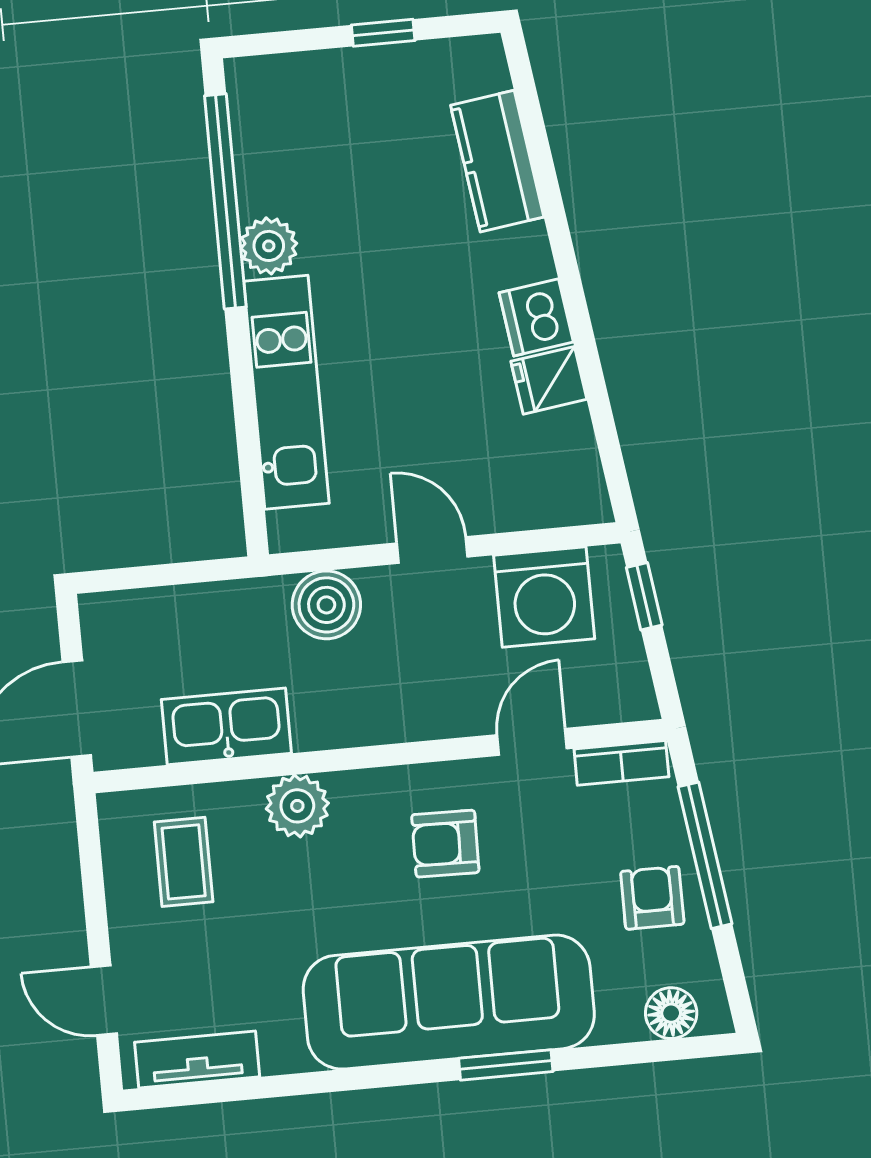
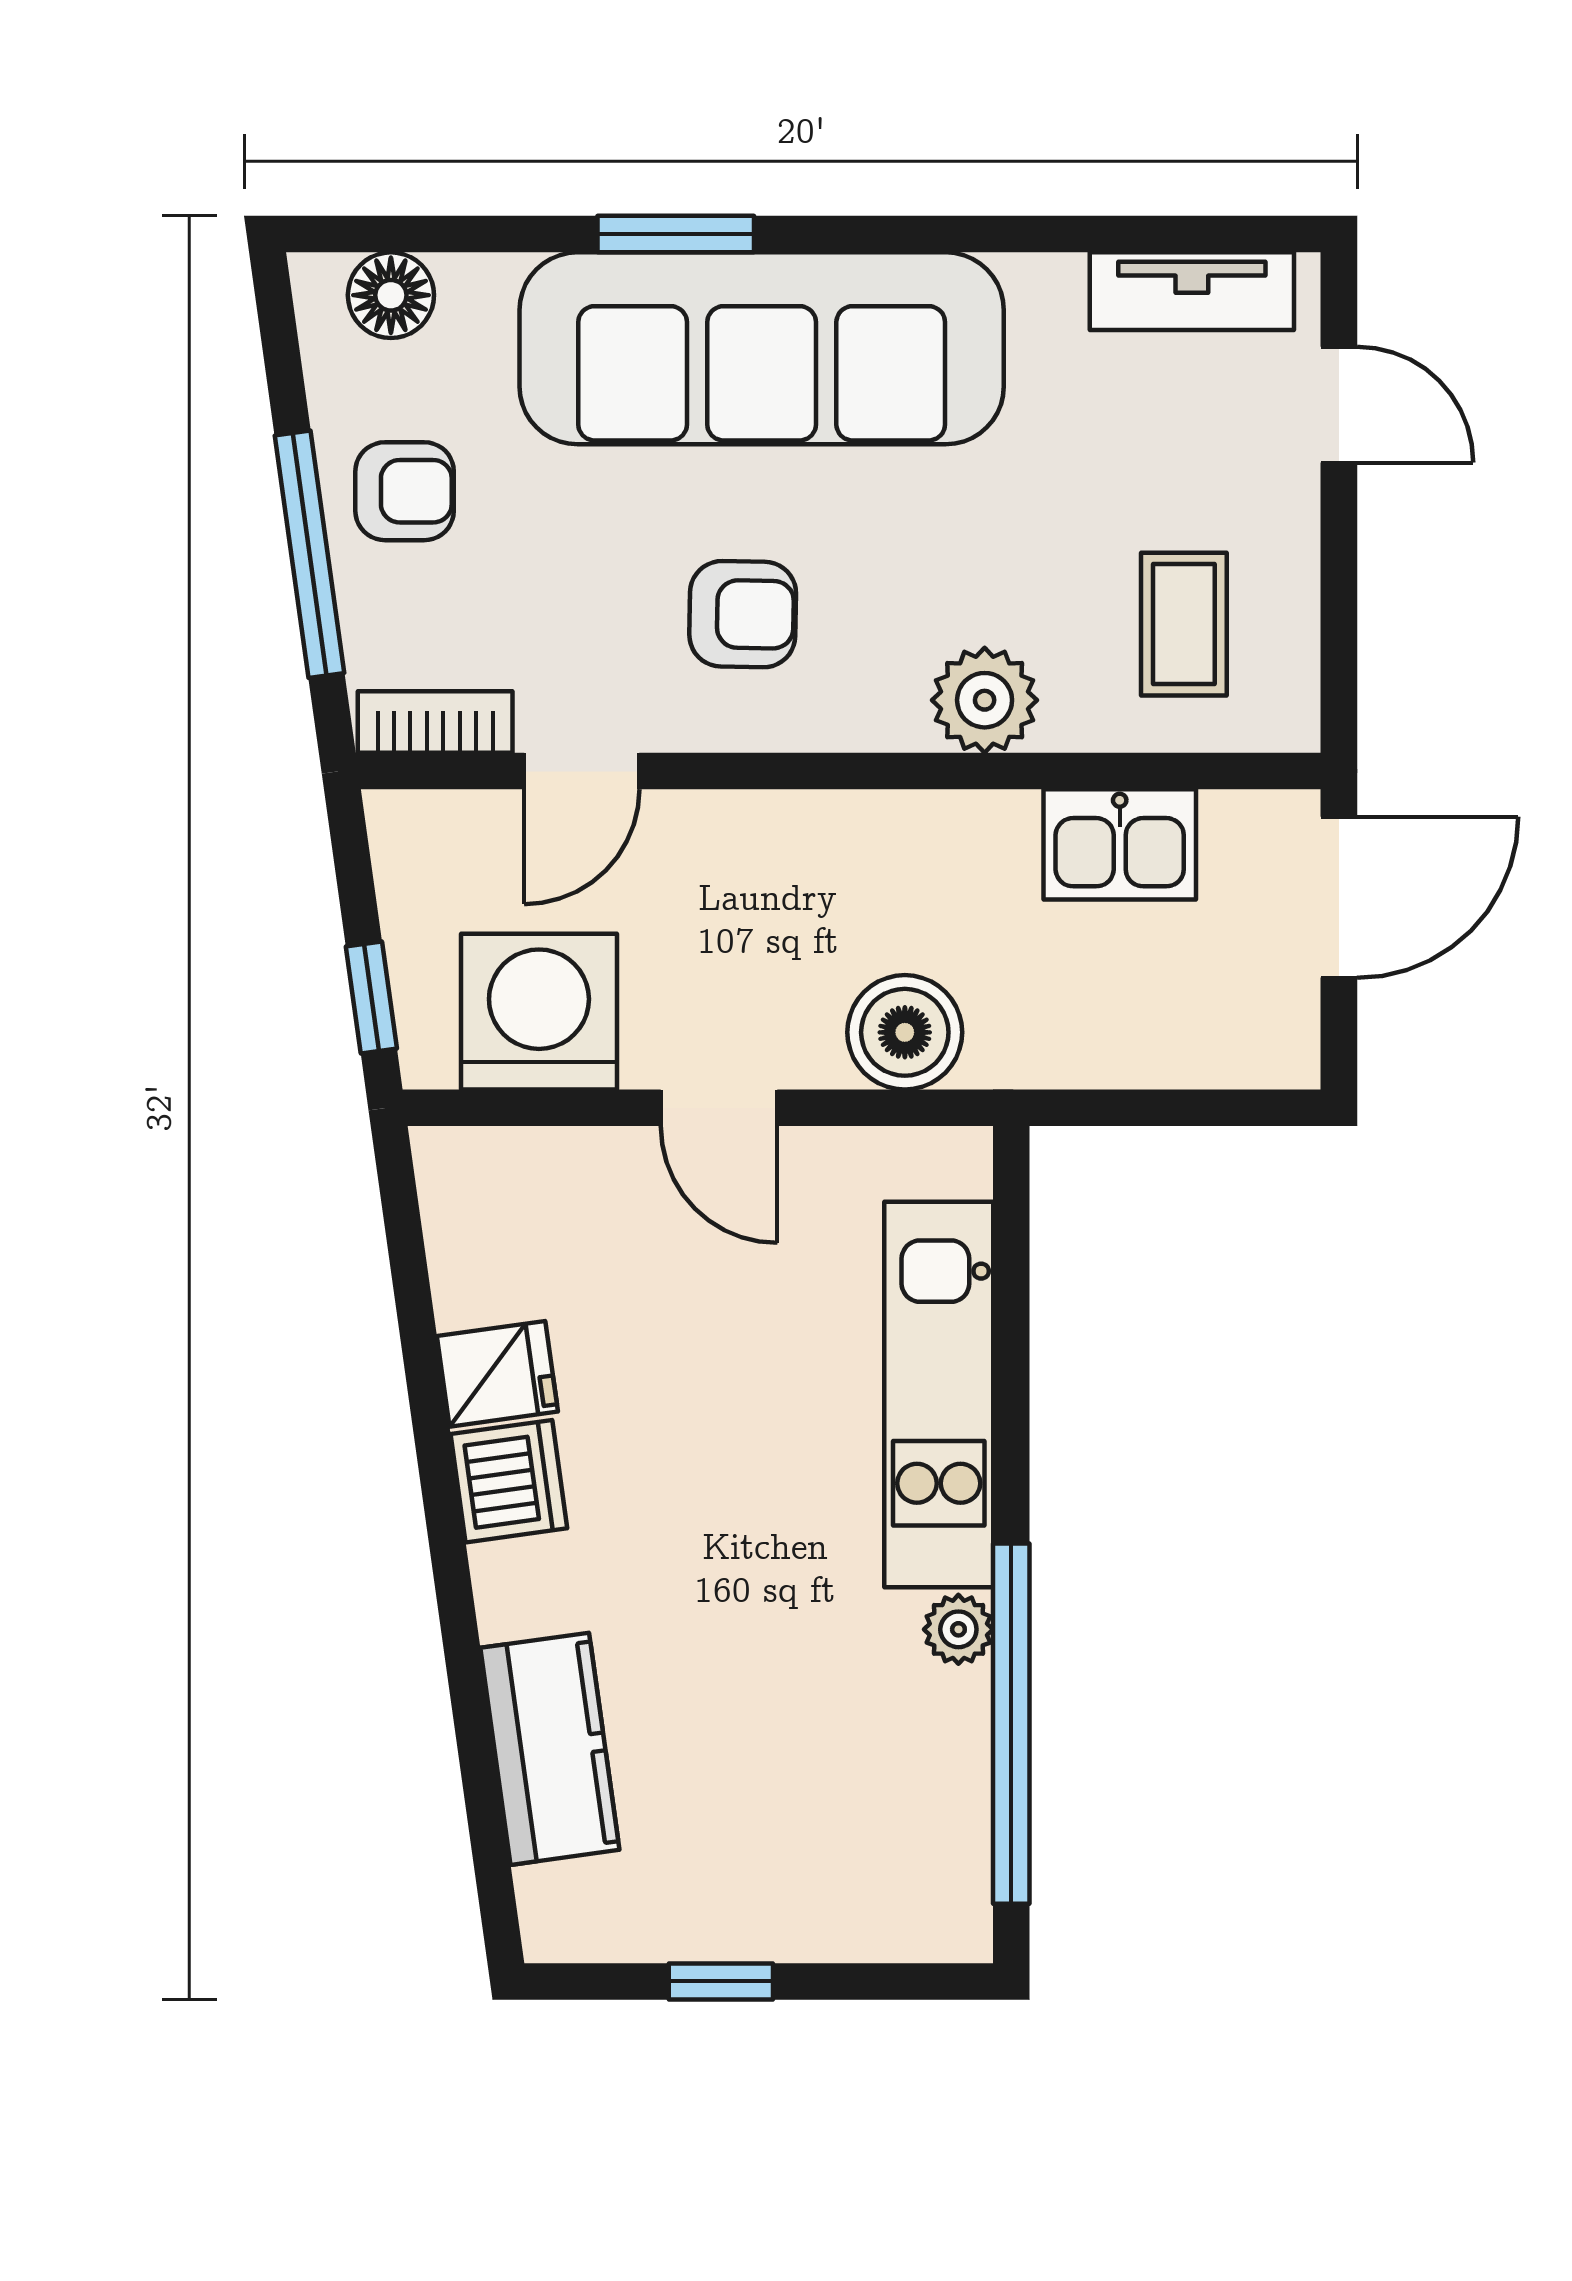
plant: (269, 246) -> (958, 1629), width x0.73, depth x0.73
kitchen sink: (226, 726) -> (1120, 844), width x0.73
armchair: (652, 898) -> (405, 491), turned -90

